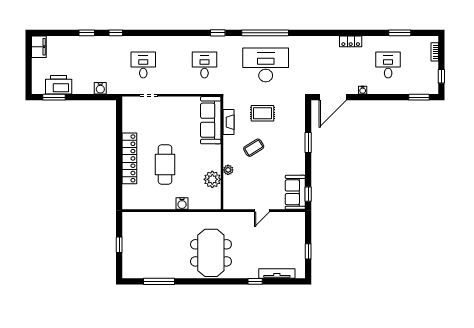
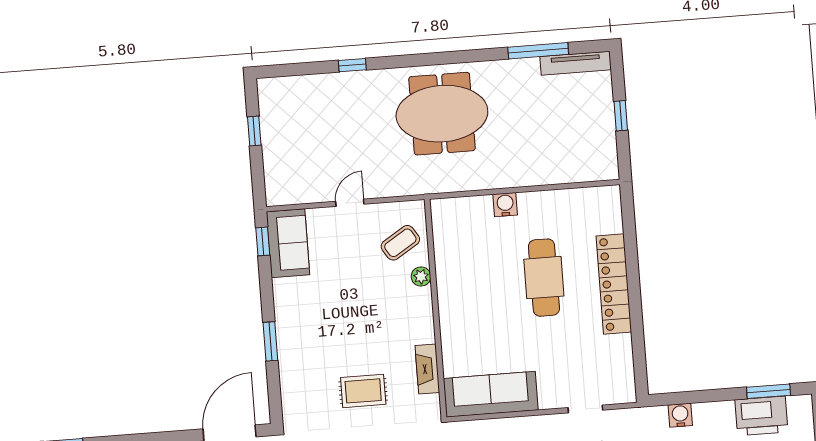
sofa: (211, 120) -> (491, 394), moved, turned -90
coffee table: (254, 148) -> (400, 243), moved
plant: (212, 179) -> (450, 256), removed
meeting table: (211, 253) -> (442, 114), turned 90
tv unit: (277, 274) -> (576, 63), moved

